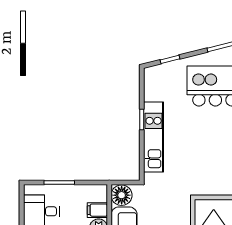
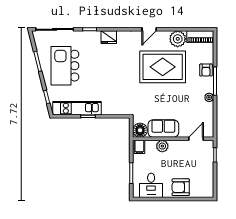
kitchen unit: (154, 137) -> (77, 108), moved
filing cabinet: (97, 210) -> (139, 147), moved

